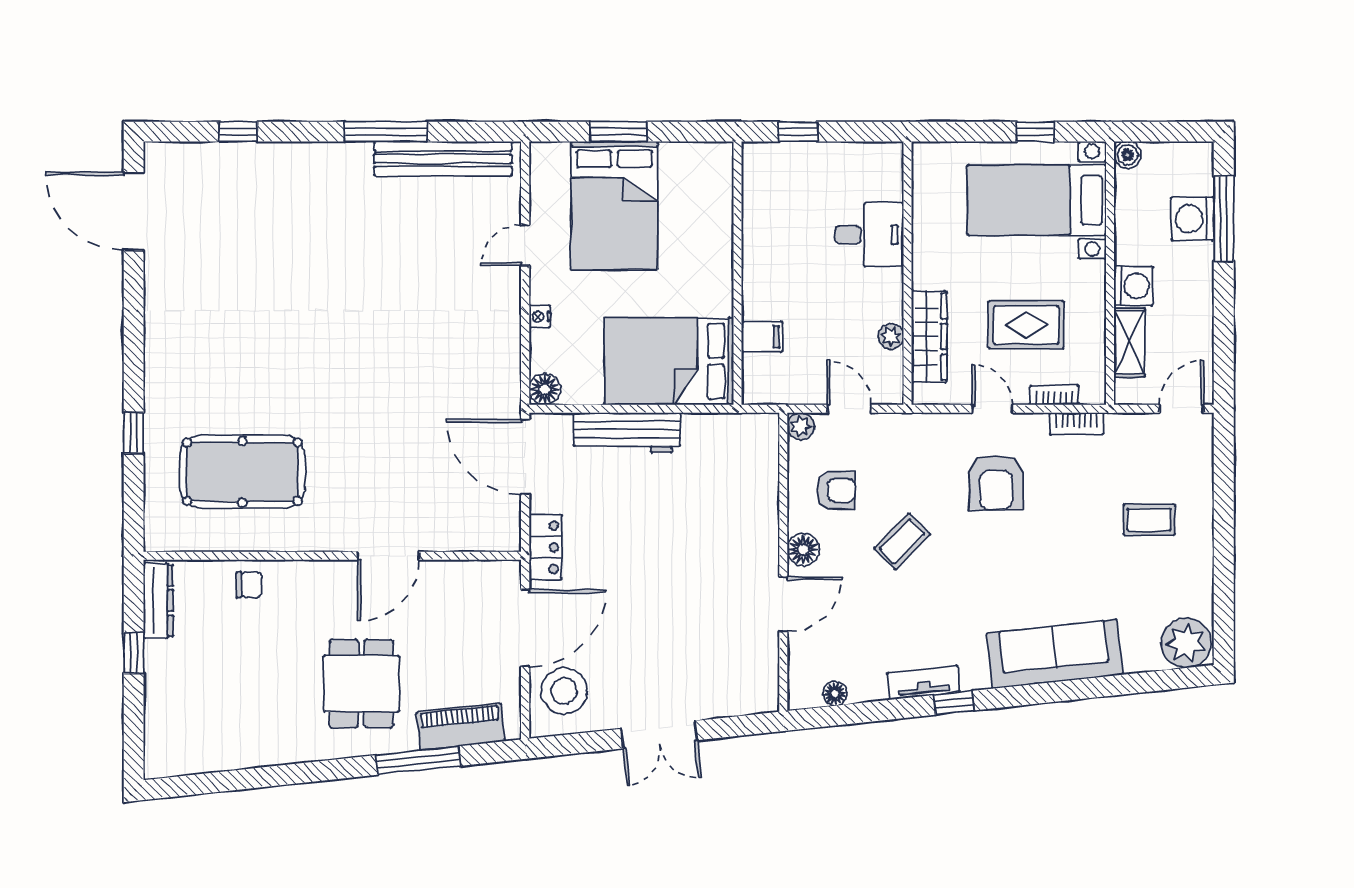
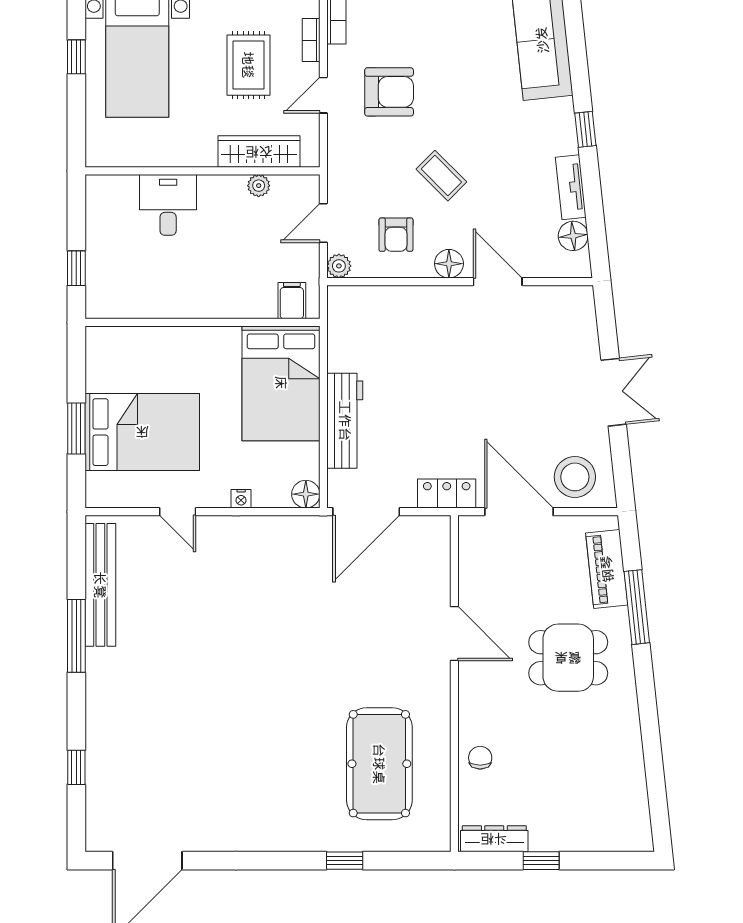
filing cabinet: (762, 337) -> (292, 301), moved
armchair: (836, 490) -> (396, 235), turned 180
tv unit: (924, 683) -> (571, 187), moved
floor lamp: (835, 694) -> (573, 236), width x1.37, depth x1.37

